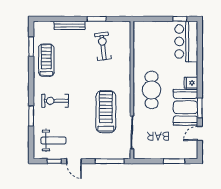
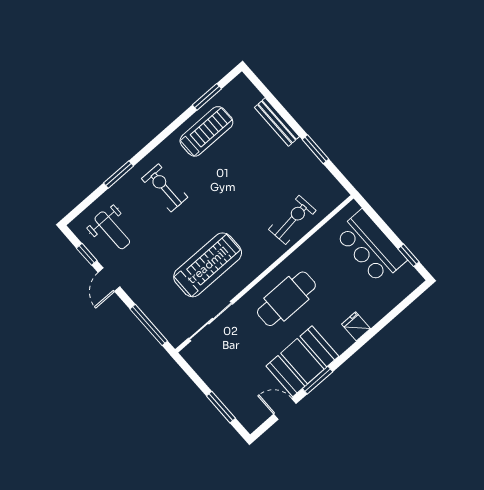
bar counter: (186, 41) -> (371, 247), moved, turned -90
exercise bike: (103, 46) -> (292, 220), moved
fridge: (191, 83) -> (356, 326), moved

